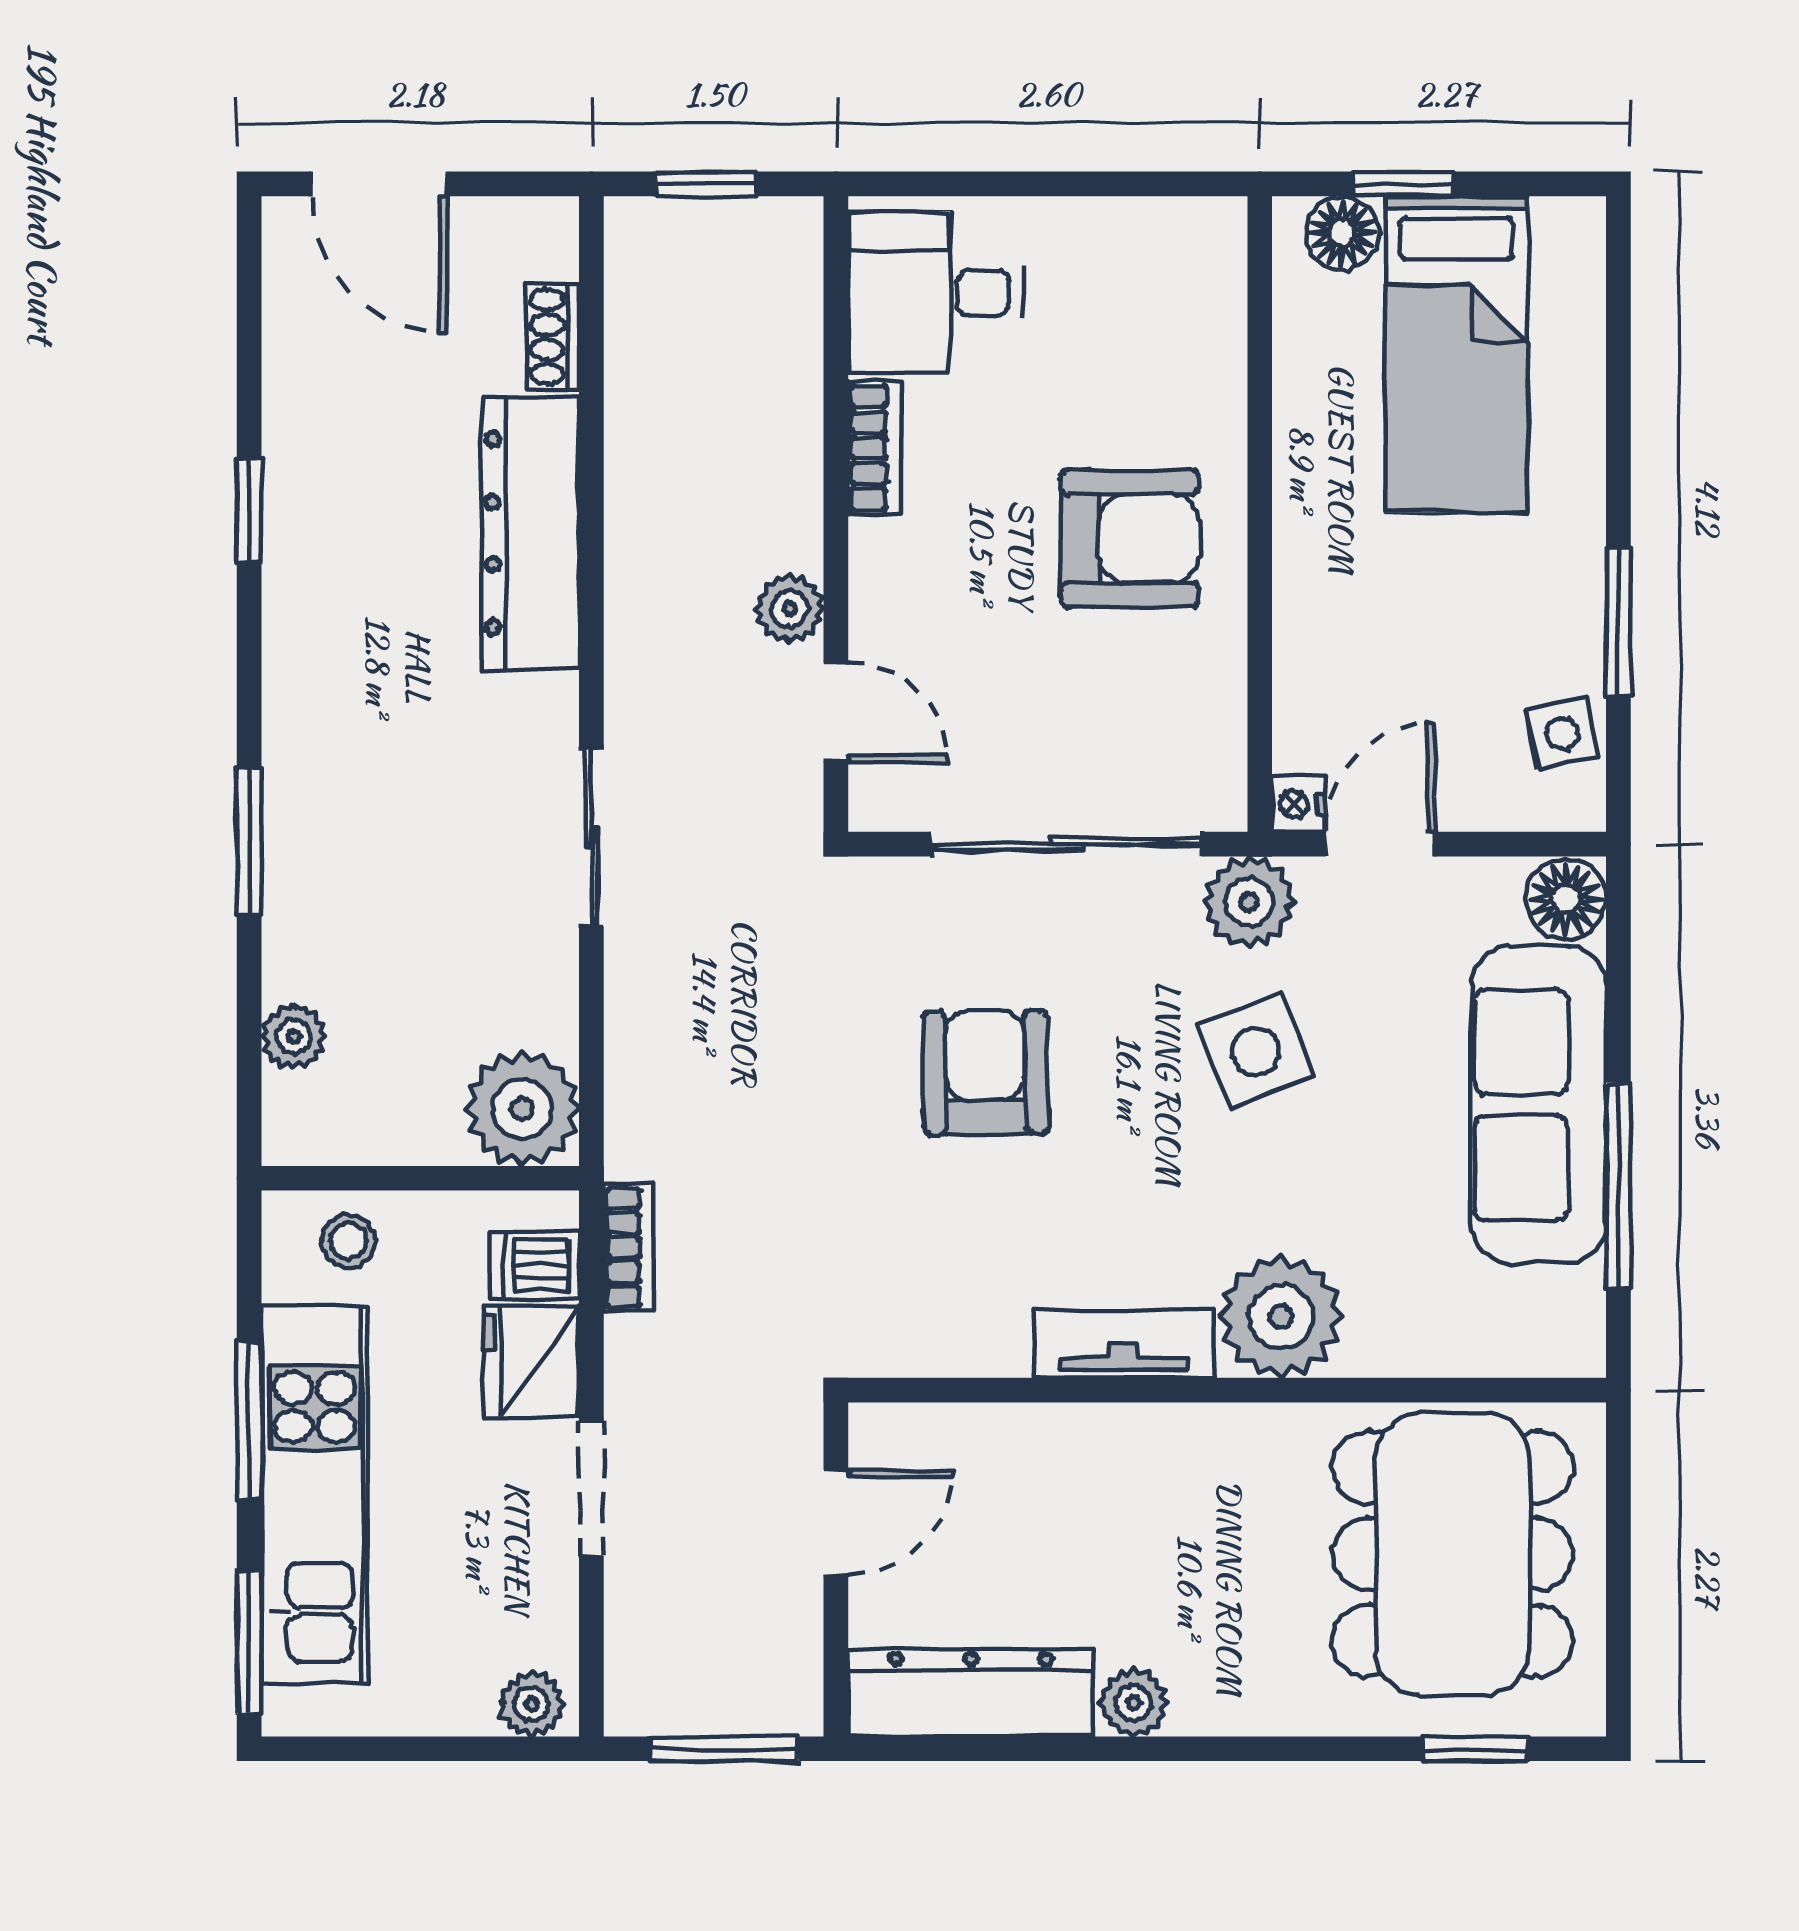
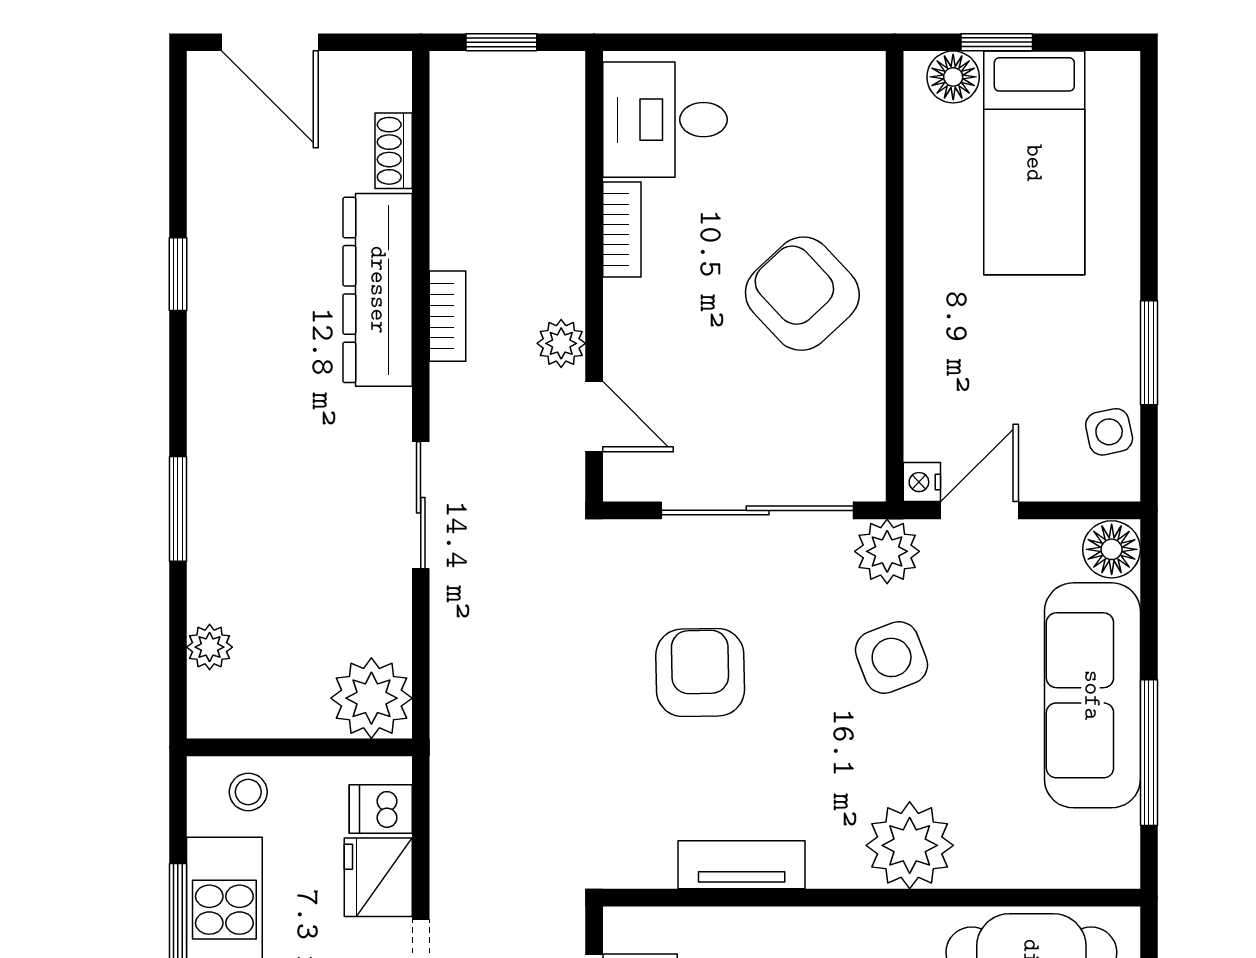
armchair: (1130, 538) -> (802, 294), turned -133
bookcase: (629, 1248) -> (447, 316), moved
tv unit: (1124, 1344) -> (742, 865), moved

